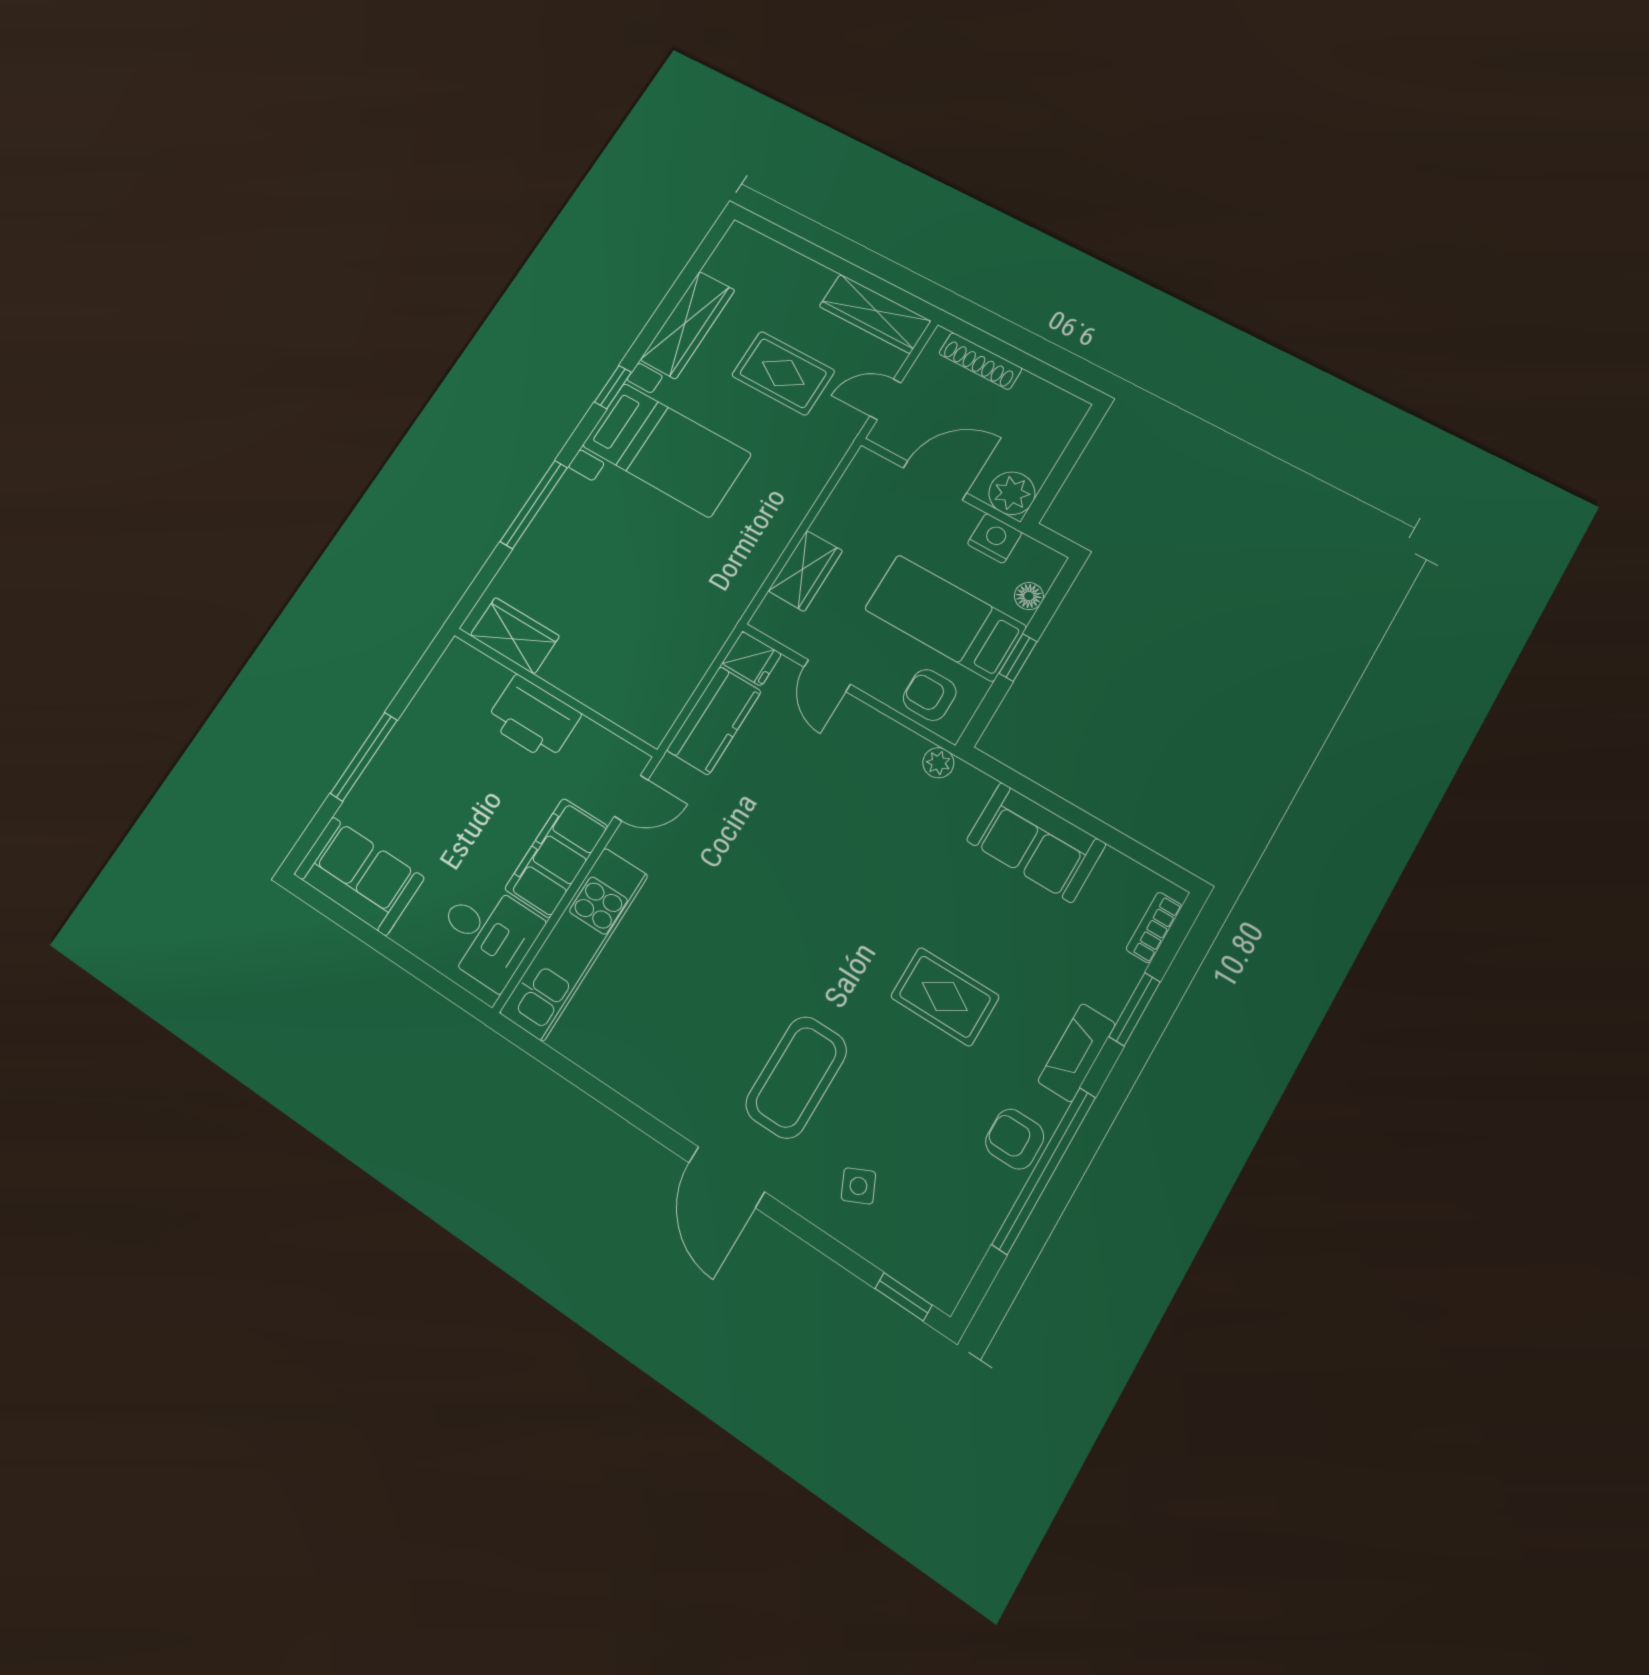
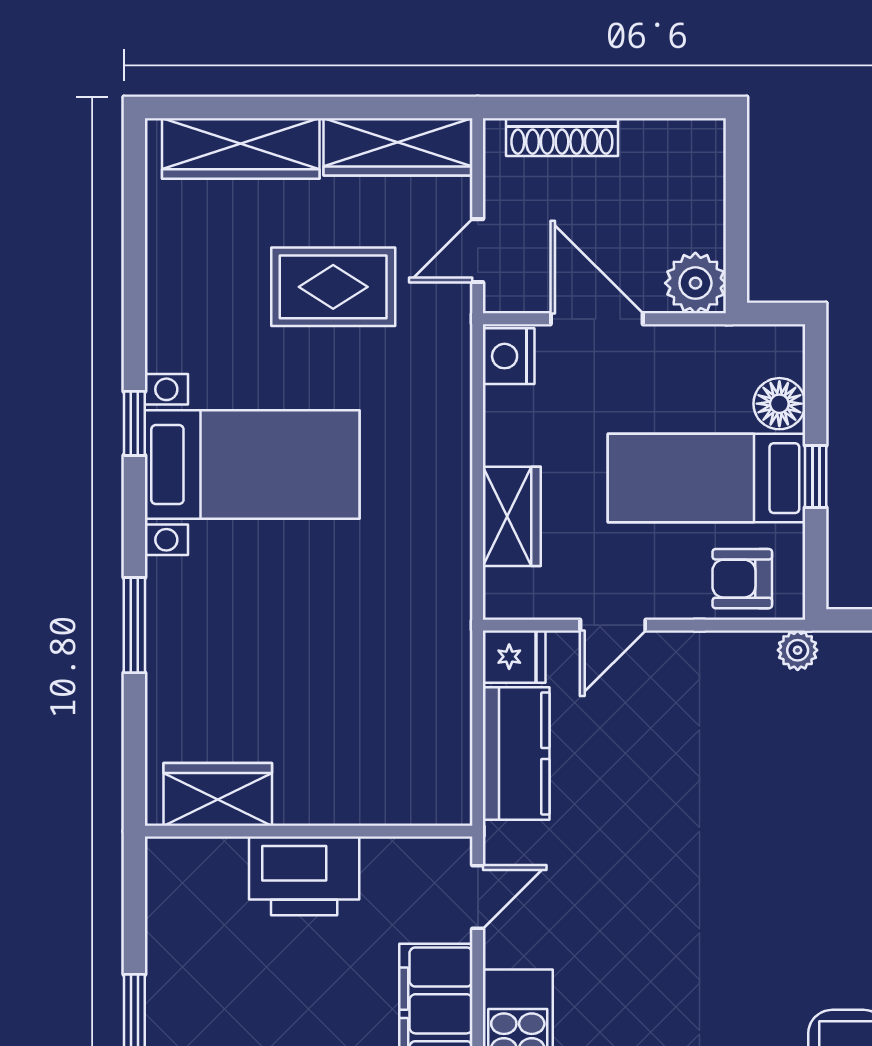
wardrobe: (687, 325) -> (241, 148), moved, turned 90
door: (935, 481) -> (597, 319), hinge flipped
window: (534, 505) -> (134, 625), width x0.69
nightstand: (995, 538) -> (509, 356), moved, turned -90
floor lamp: (1029, 596) -> (779, 404), width x1.37, depth x1.37
door: (827, 676) -> (613, 625), hinge flipped

